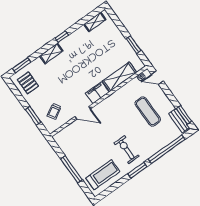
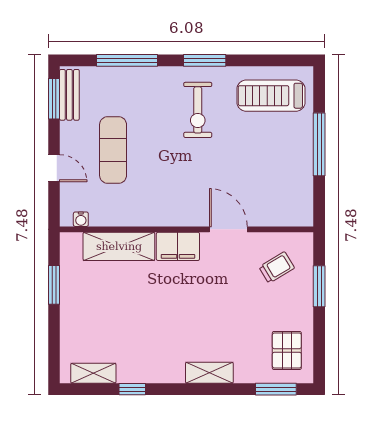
window: (62, 37) -> (132, 389), moved
door: (157, 78) -> (54, 168), moved
window: (167, 149) -> (127, 60), width x0.68

